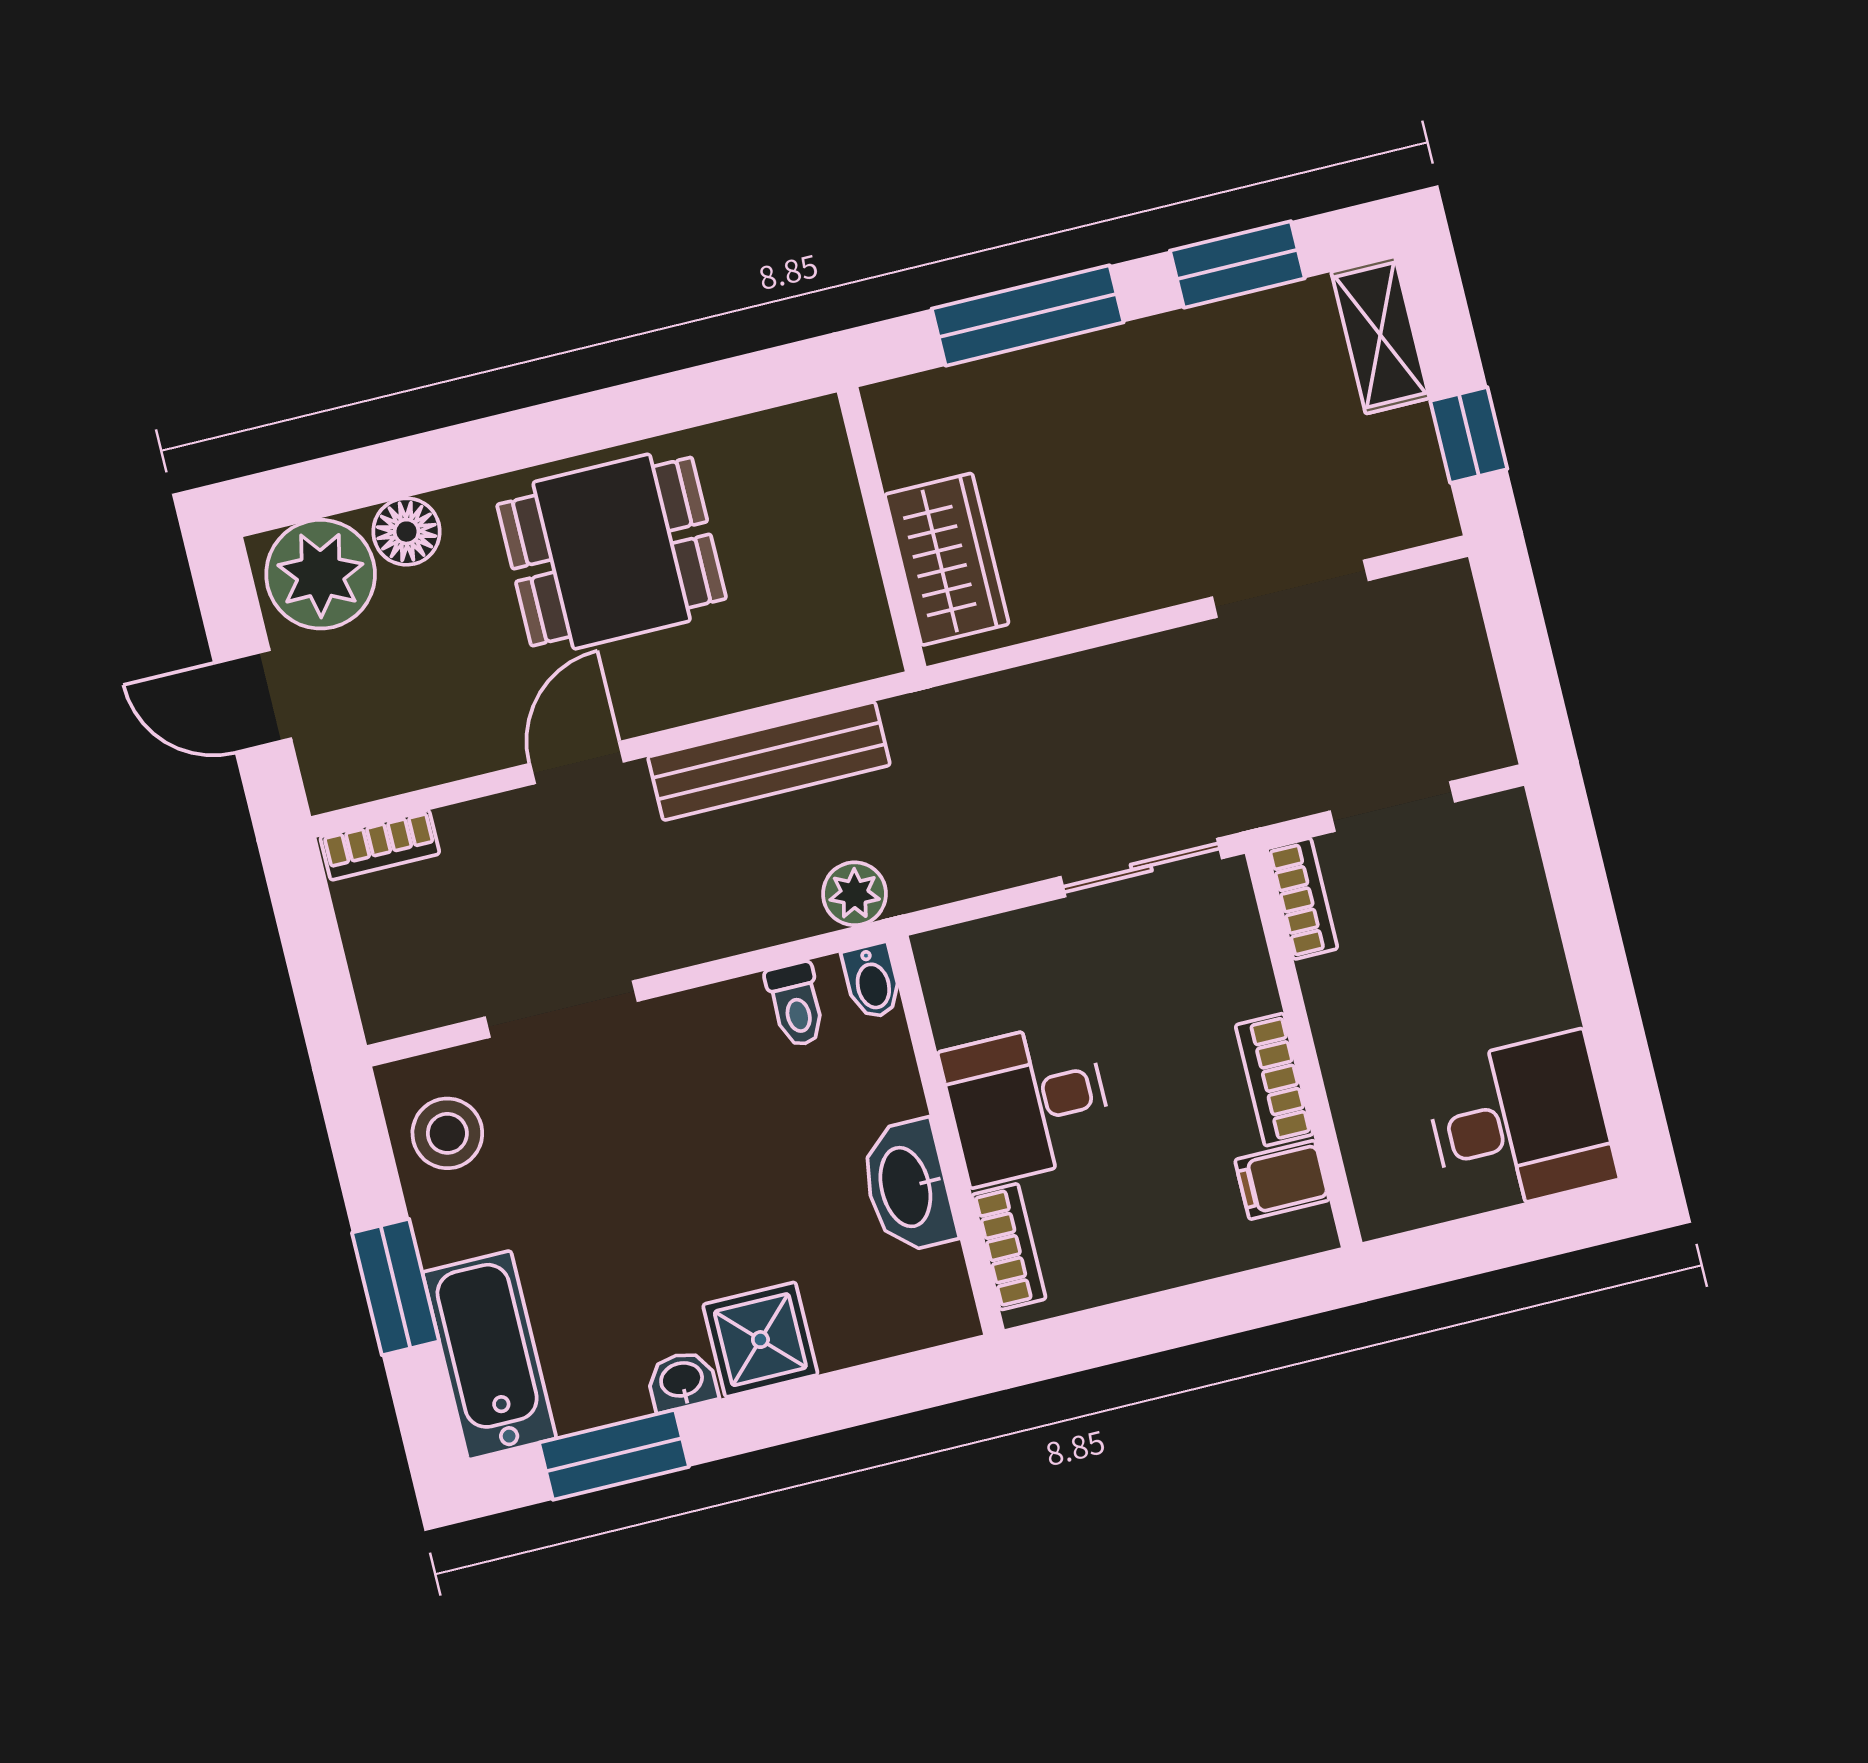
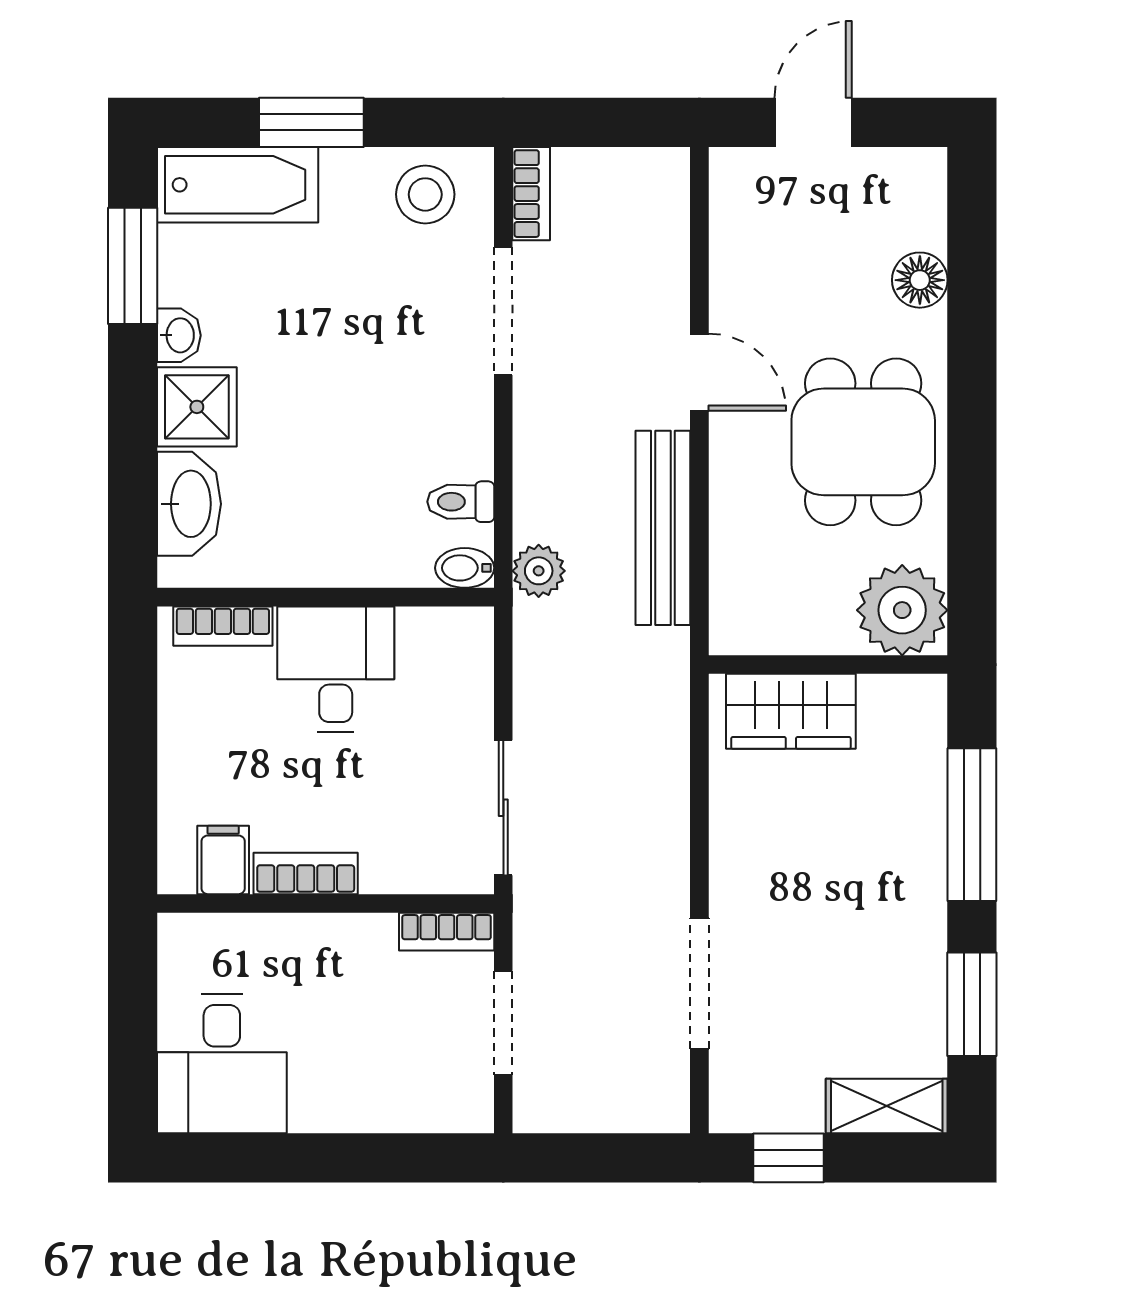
plant: (321, 574) -> (902, 610), moved
bookcase: (380, 845) -> (531, 194), moved, turned 180
washbasin: (908, 1186) -> (189, 504), moved, turned 90

